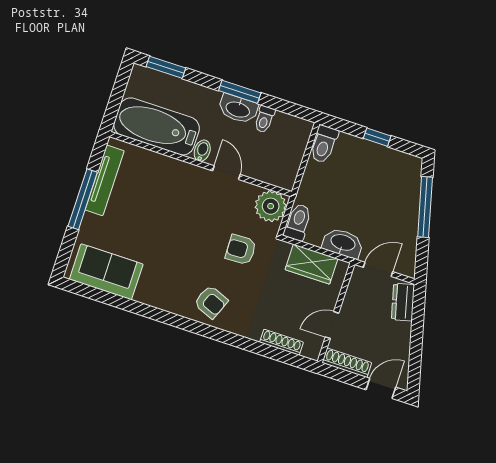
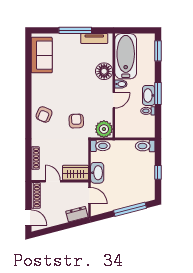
floor lamp: (170, 173) -> (104, 71), added
tv unit: (105, 180) -> (94, 39), width x0.71
wardrobe: (312, 264) -> (75, 173), moved, turned 90

